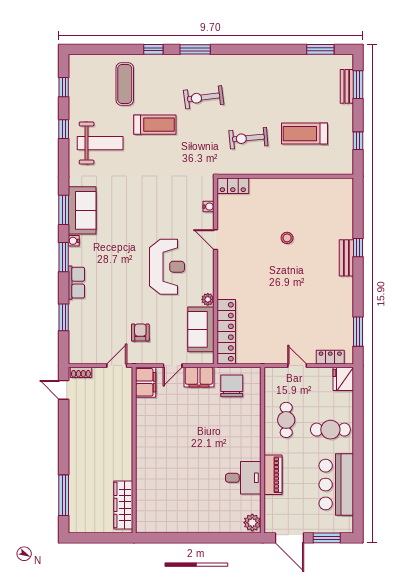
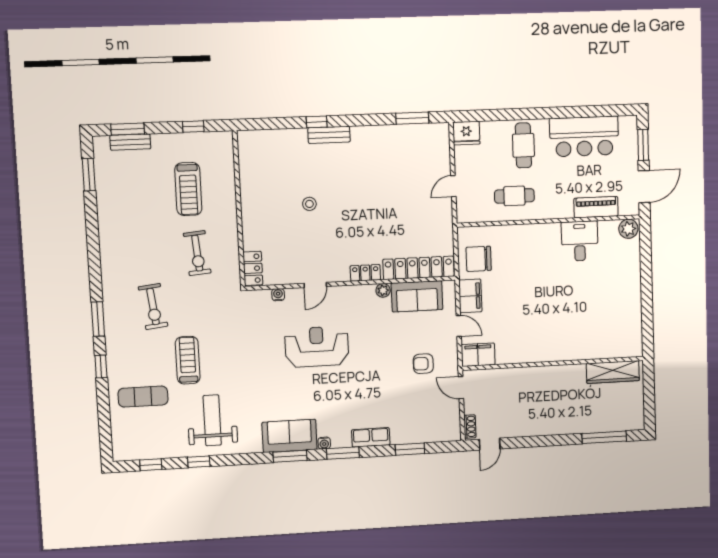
reception desk: (167, 267) -> (317, 347), moved
locker: (330, 357) -> (365, 273), moved, turned 90
piano: (273, 475) -> (596, 207), moved

